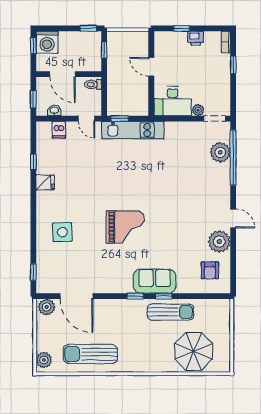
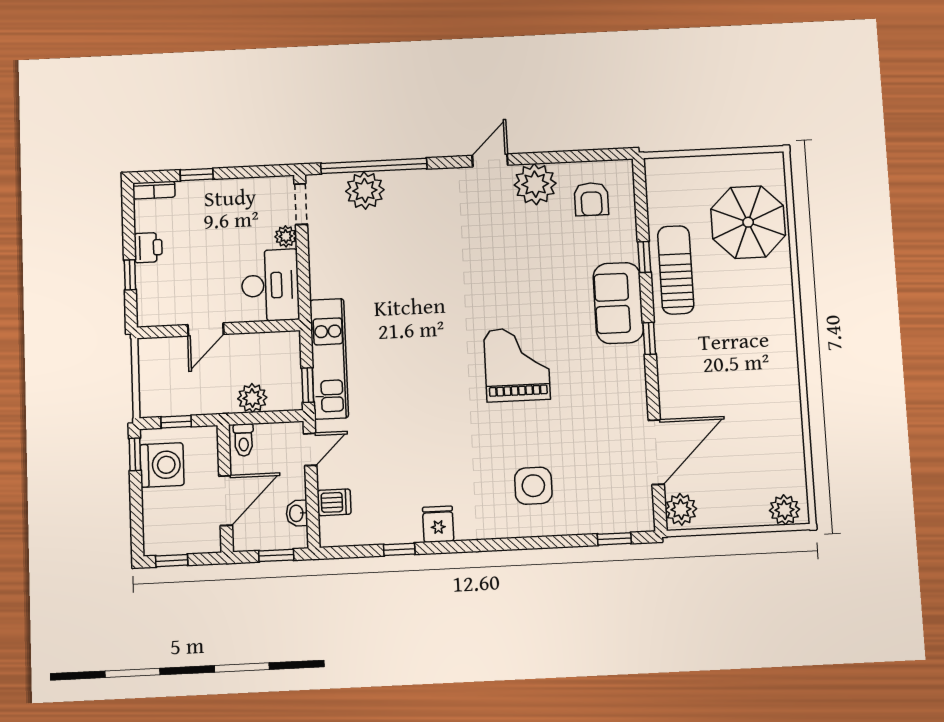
washing machine: (47, 42) -> (162, 465), moved
plant: (114, 90) -> (252, 398), added
armchair: (210, 270) -> (591, 199), turned 90
window: (164, 296) -> (644, 257), moved
sun lounger: (90, 354) -> (767, 420), removed

